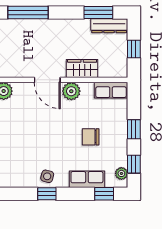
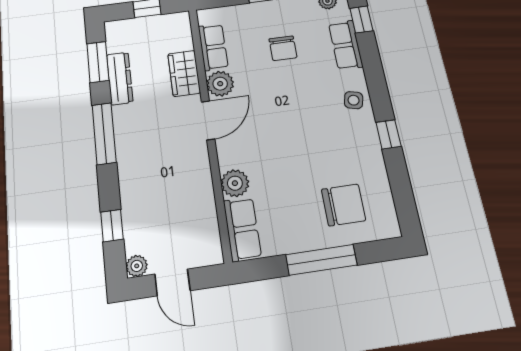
window: (28, 12) -> (104, 134), moved
dresser: (109, 26) -> (120, 78), moved
row of seats: (111, 90) -> (213, 47), moved
window: (47, 194) -> (389, 134), moved

